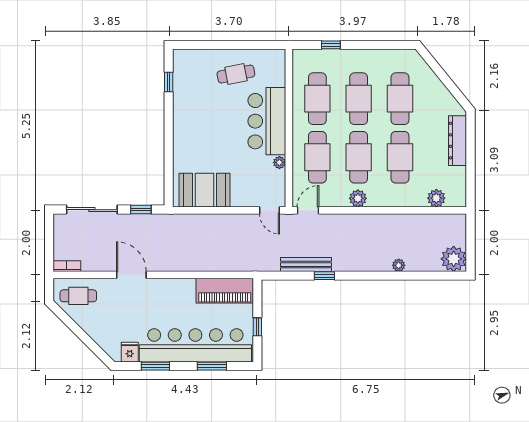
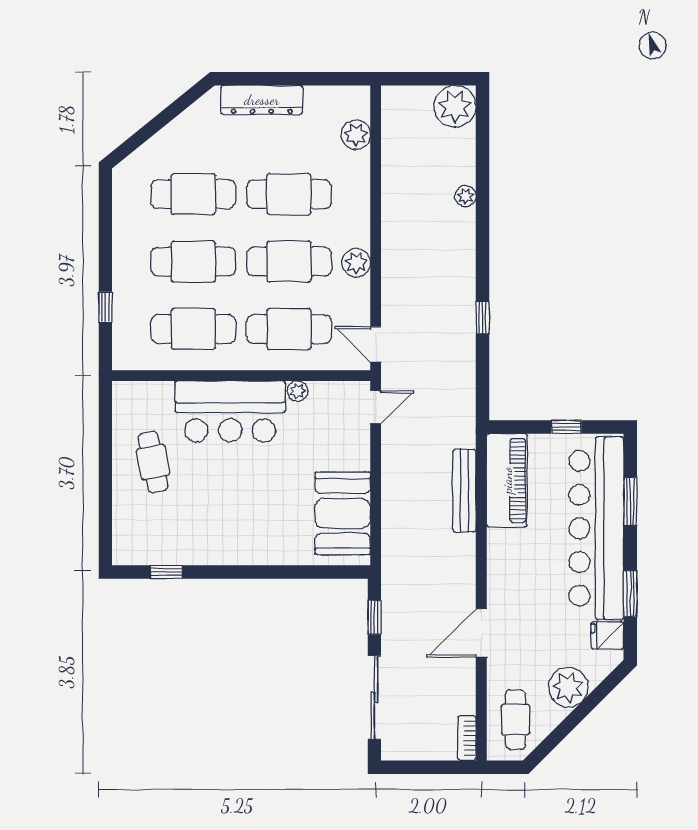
bench: (306, 265) -> (464, 491), moved
plant: (98, 328) -> (568, 687), added

